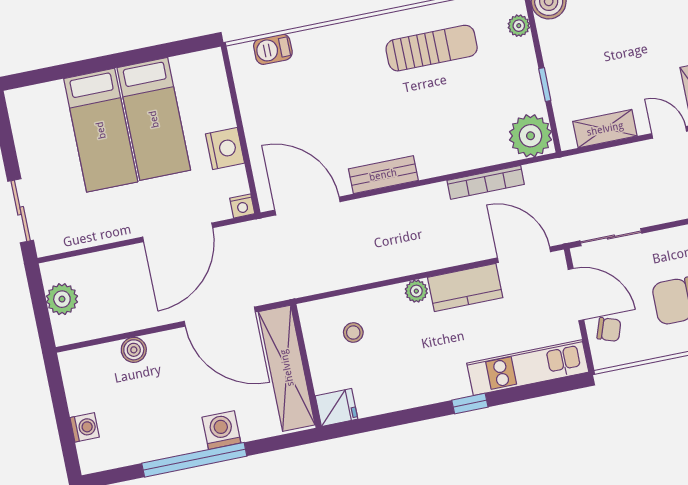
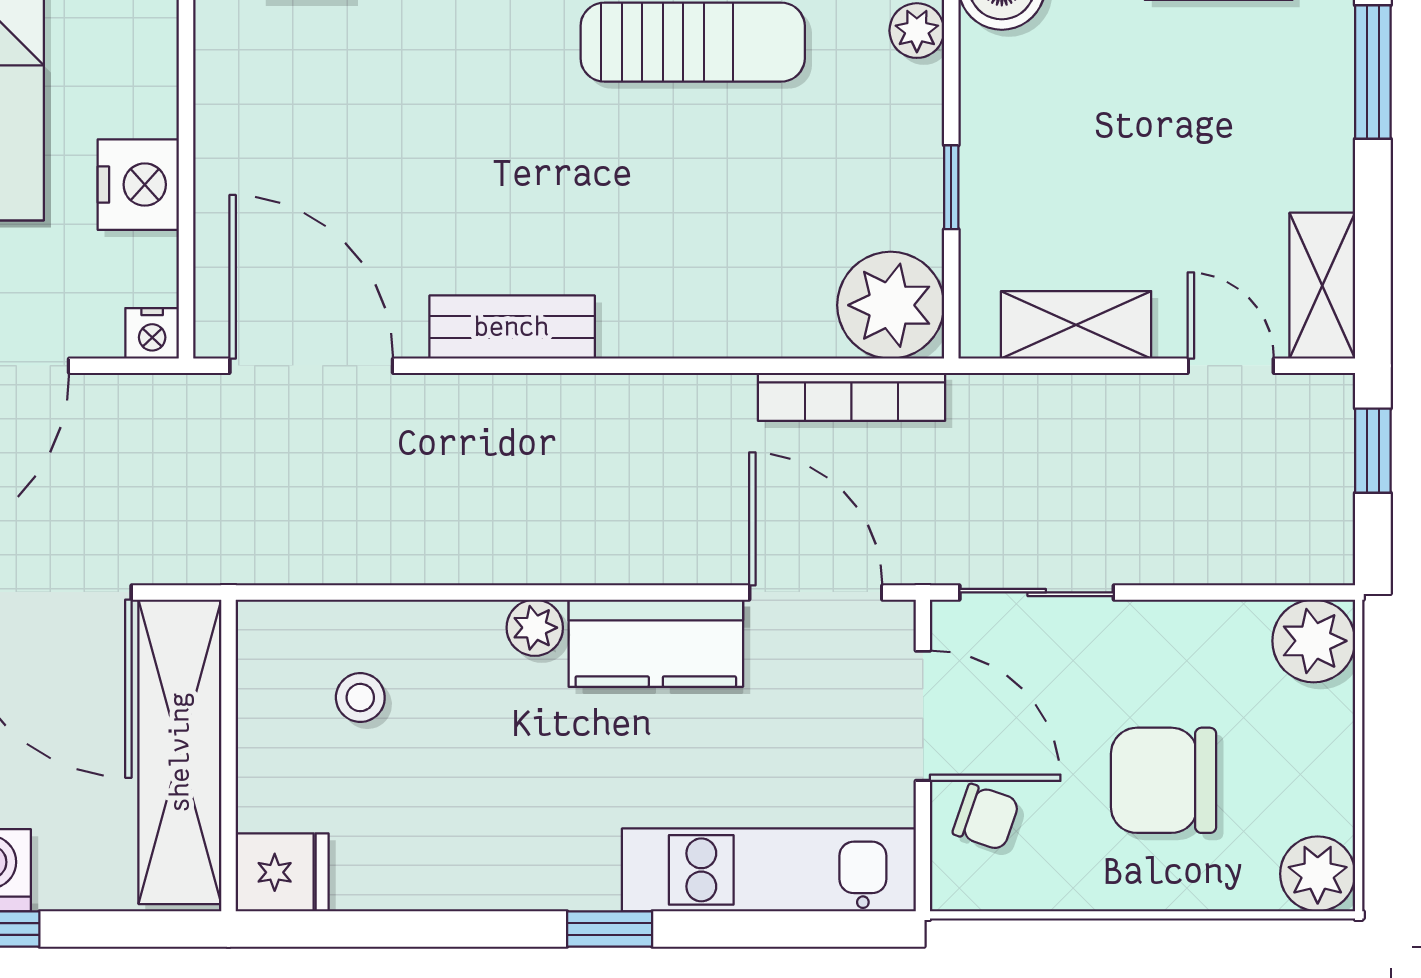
bookcase: (486, 182) -> (851, 397), moved

